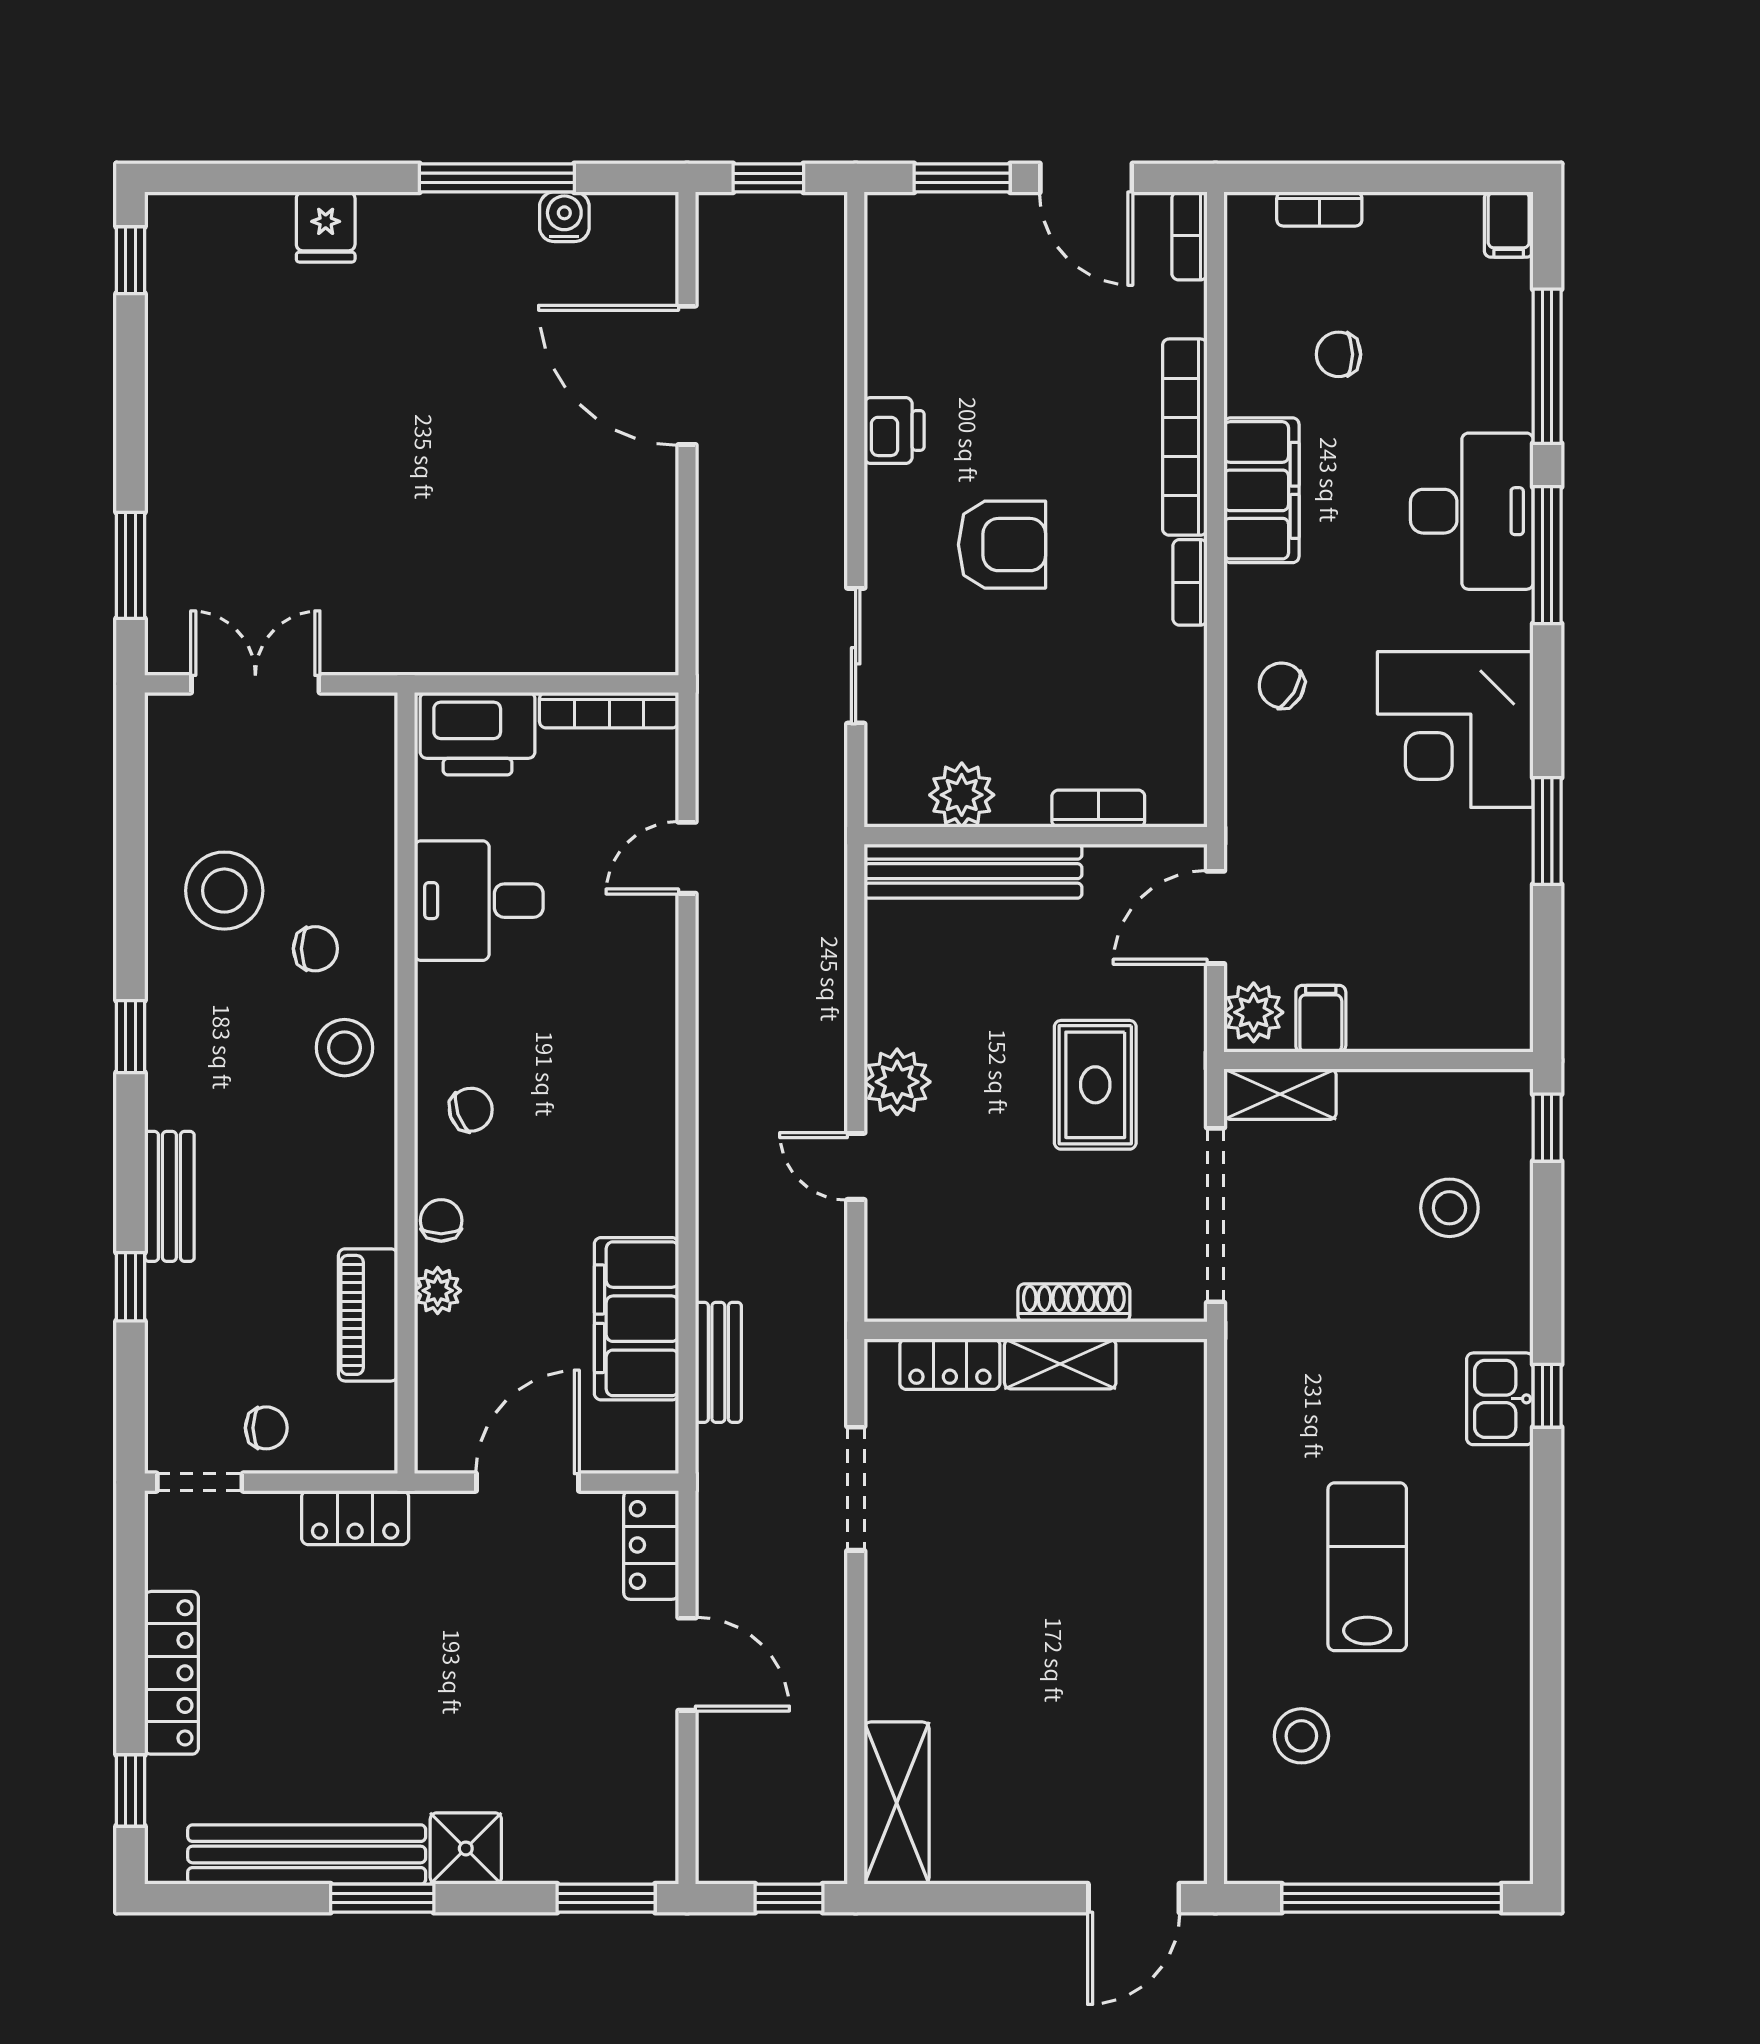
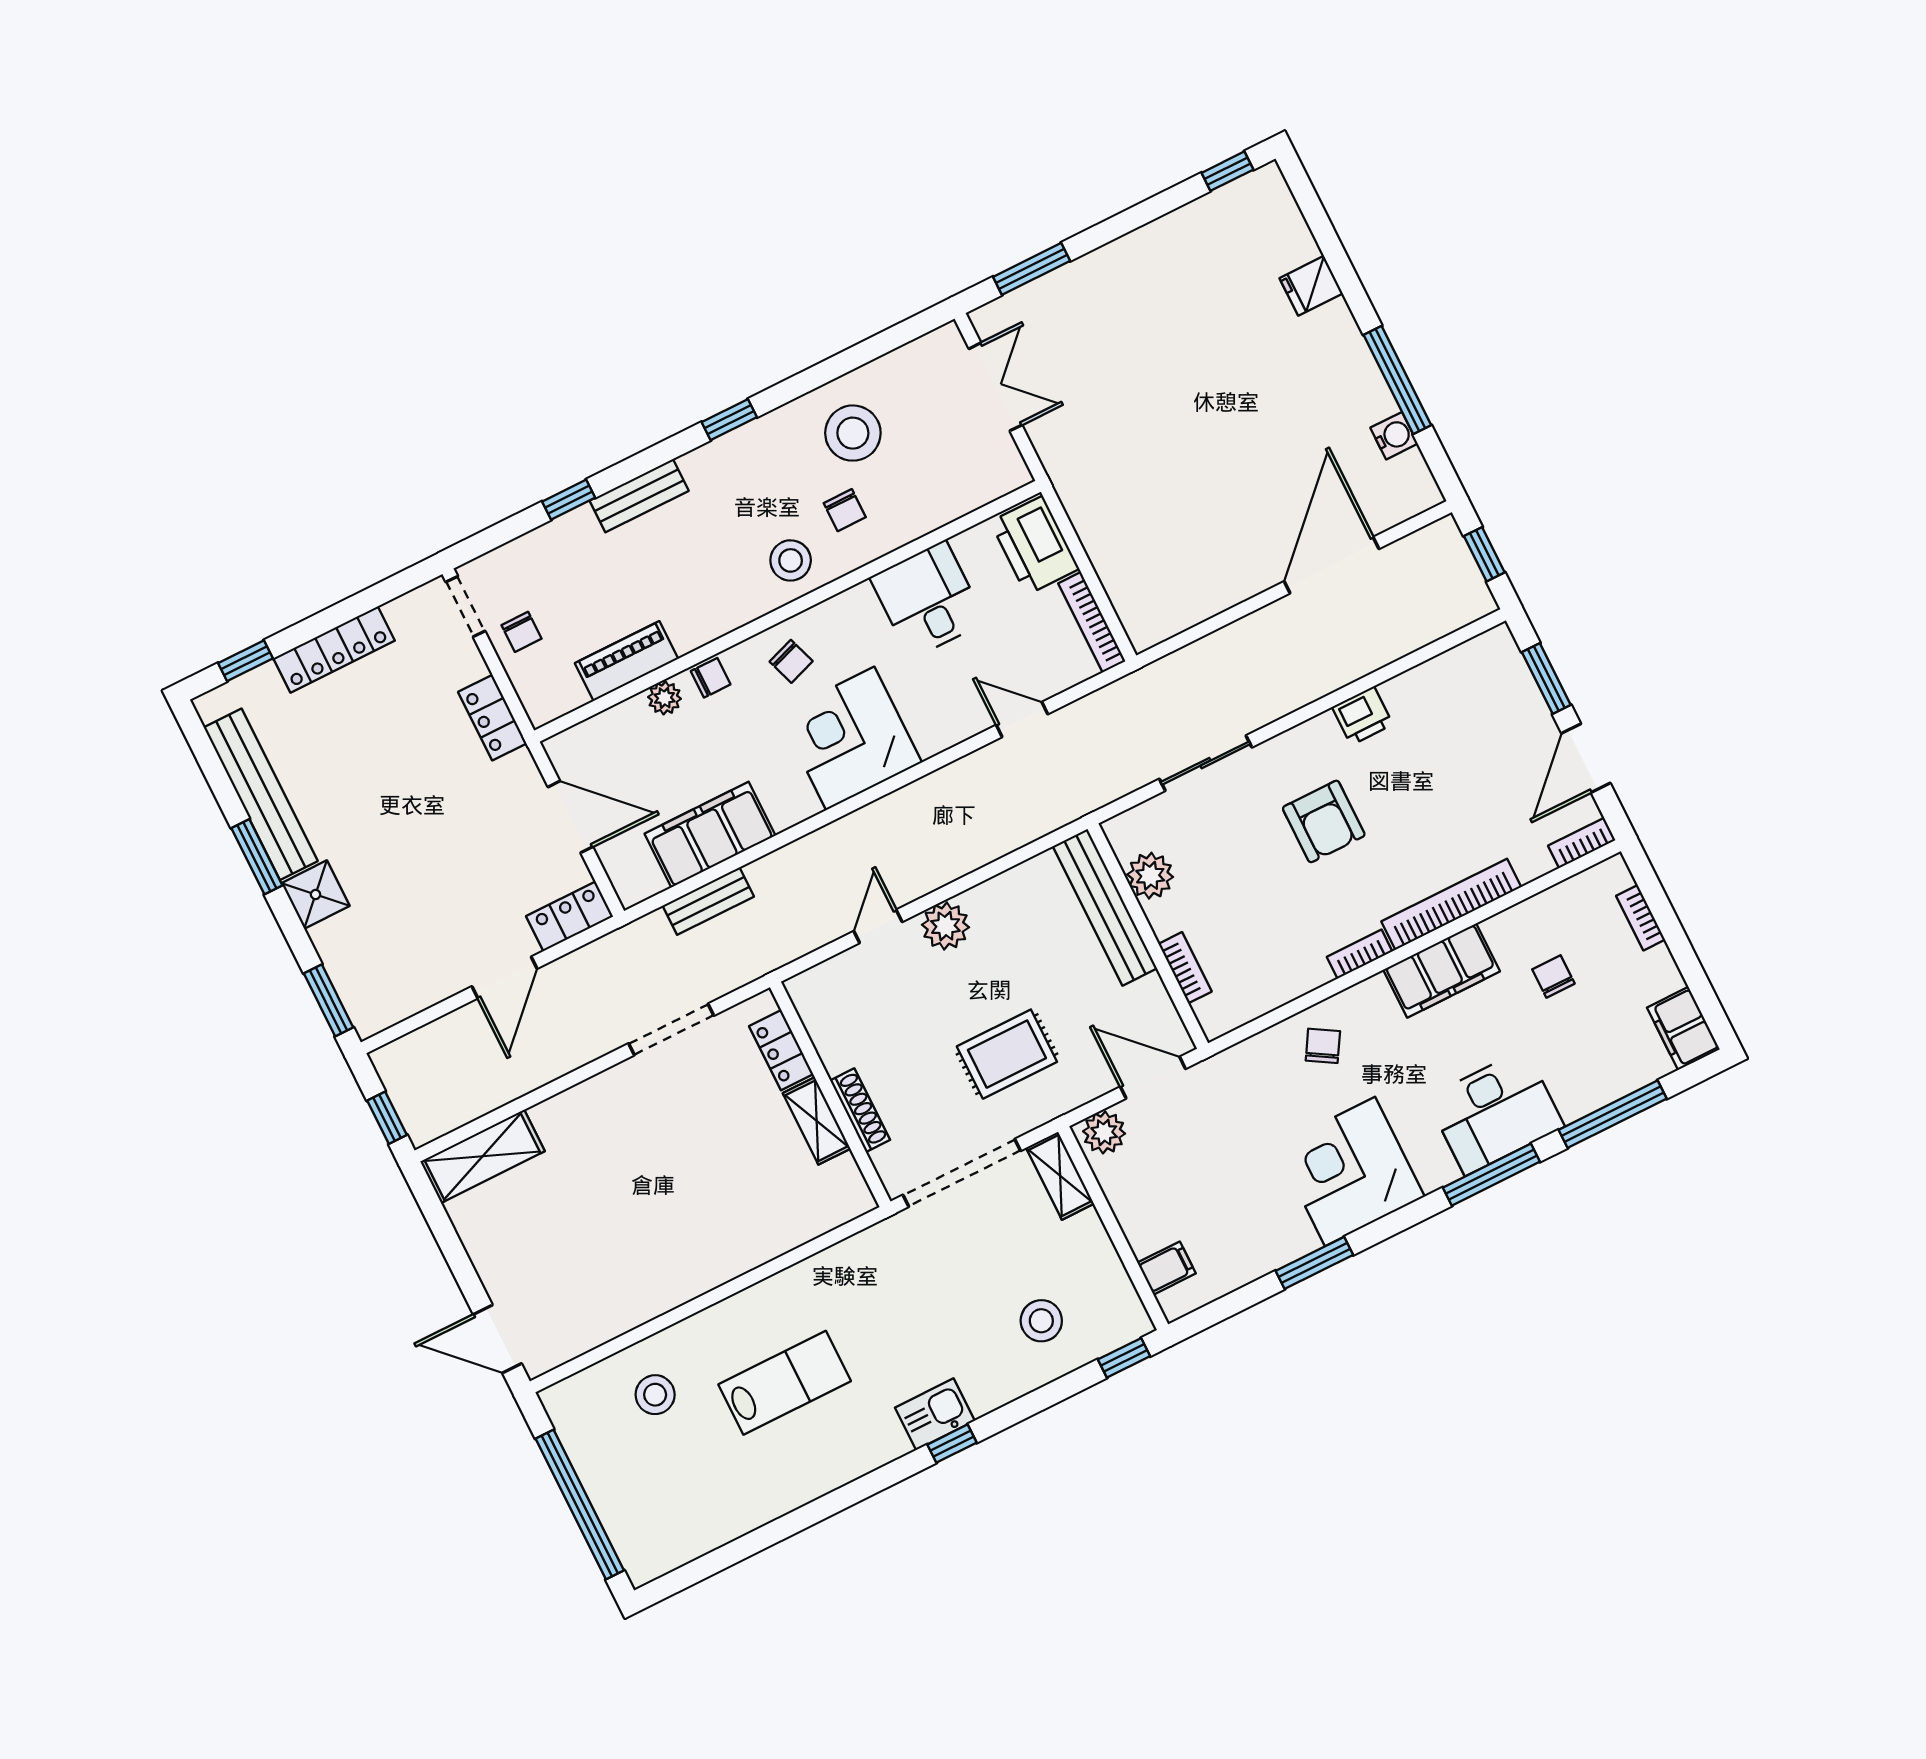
filing cabinet: (1509, 225) -> (1683, 1028), width x2.00
filing cabinet: (1321, 1019) -> (1167, 1268), moved
corner desk: (604, 1084) -> (850, 738), added

